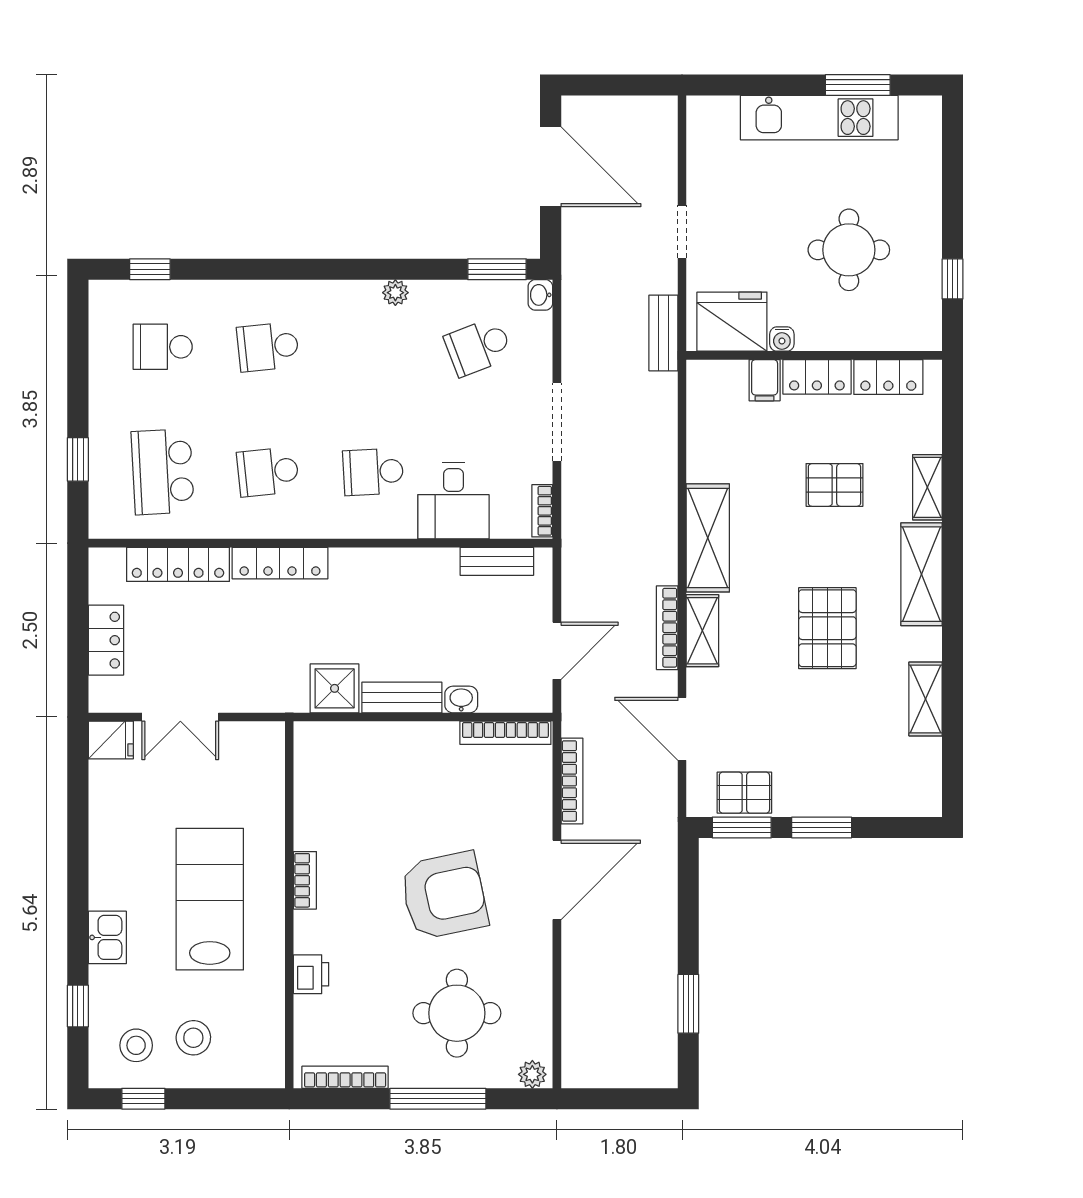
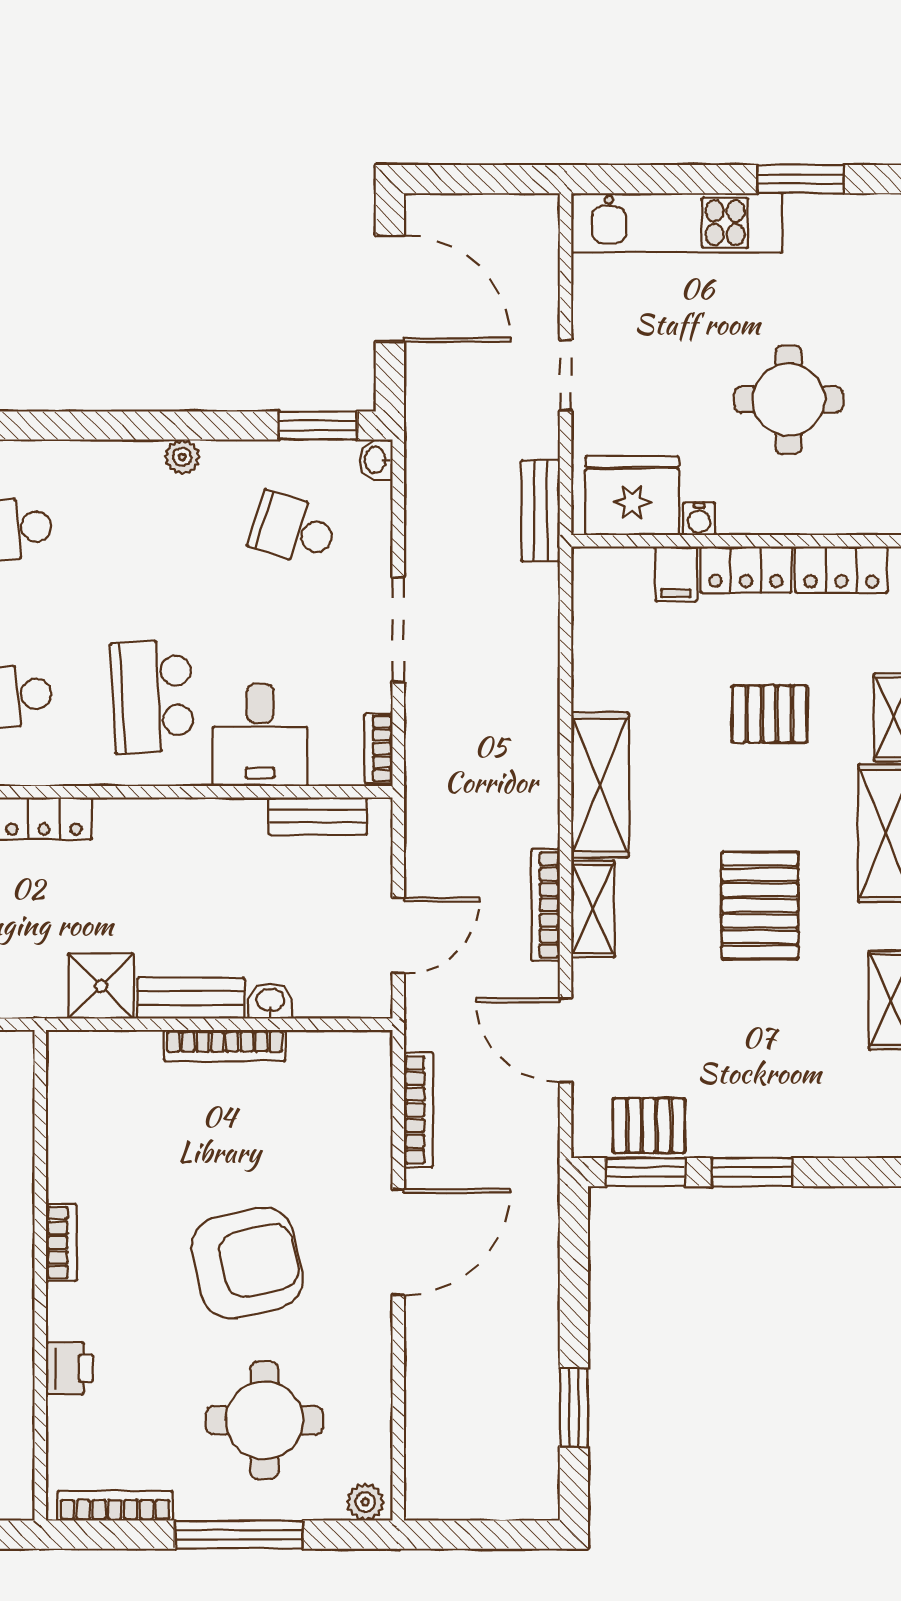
kitchen unit: (819, 118) -> (677, 223), moved
school desk: (478, 347) -> (293, 529), turned 39
school desk: (373, 472) -> (152, 696), width x1.85
bookcase: (505, 733) -> (225, 1045), moved

